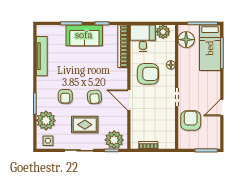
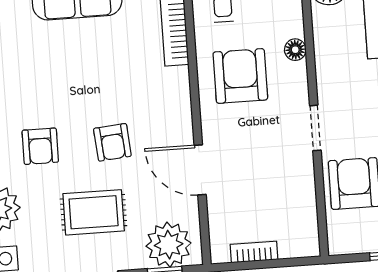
armchair: (148, 74) -> (240, 76), turned -90
door: (129, 100) -> (200, 170), moved

